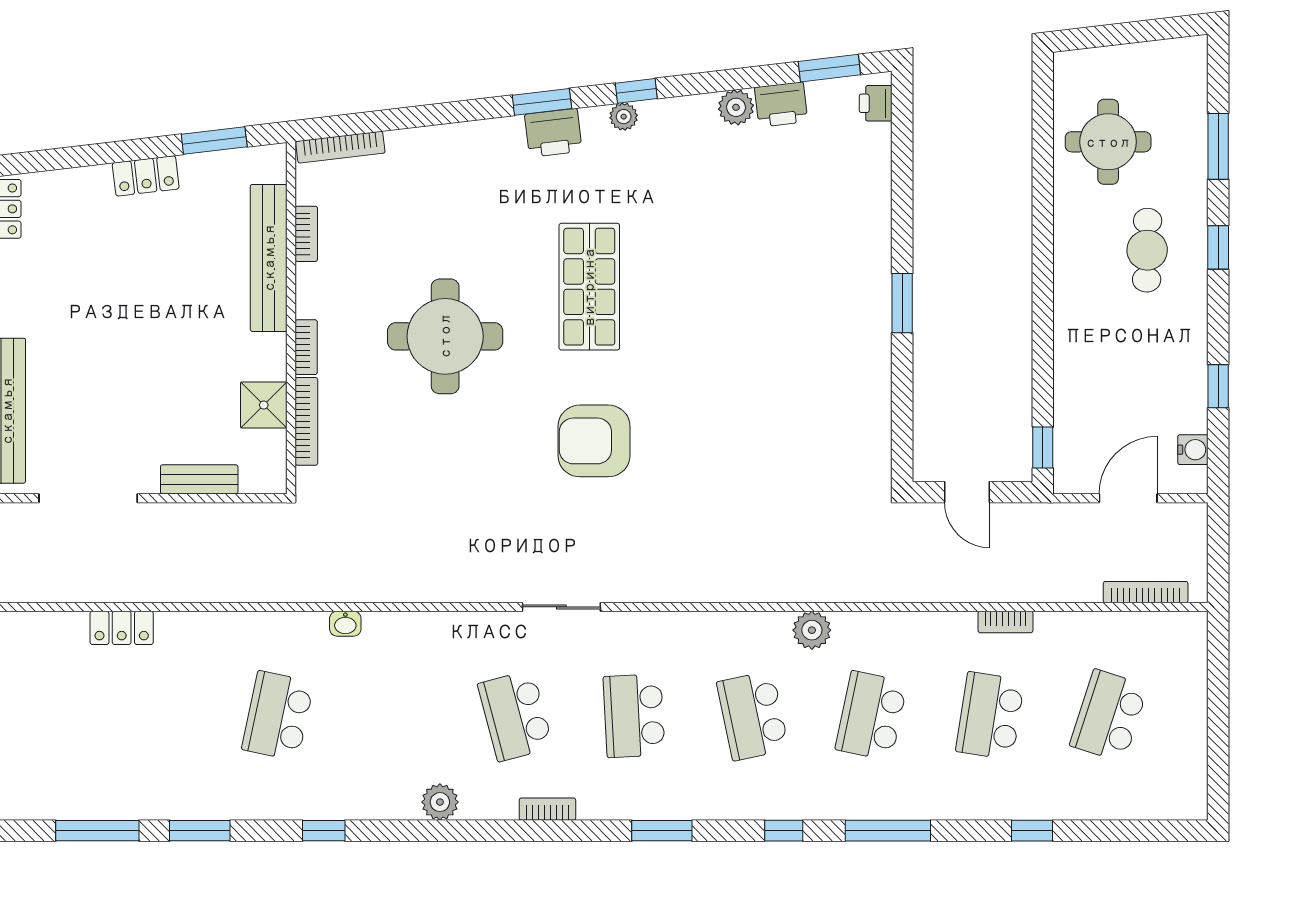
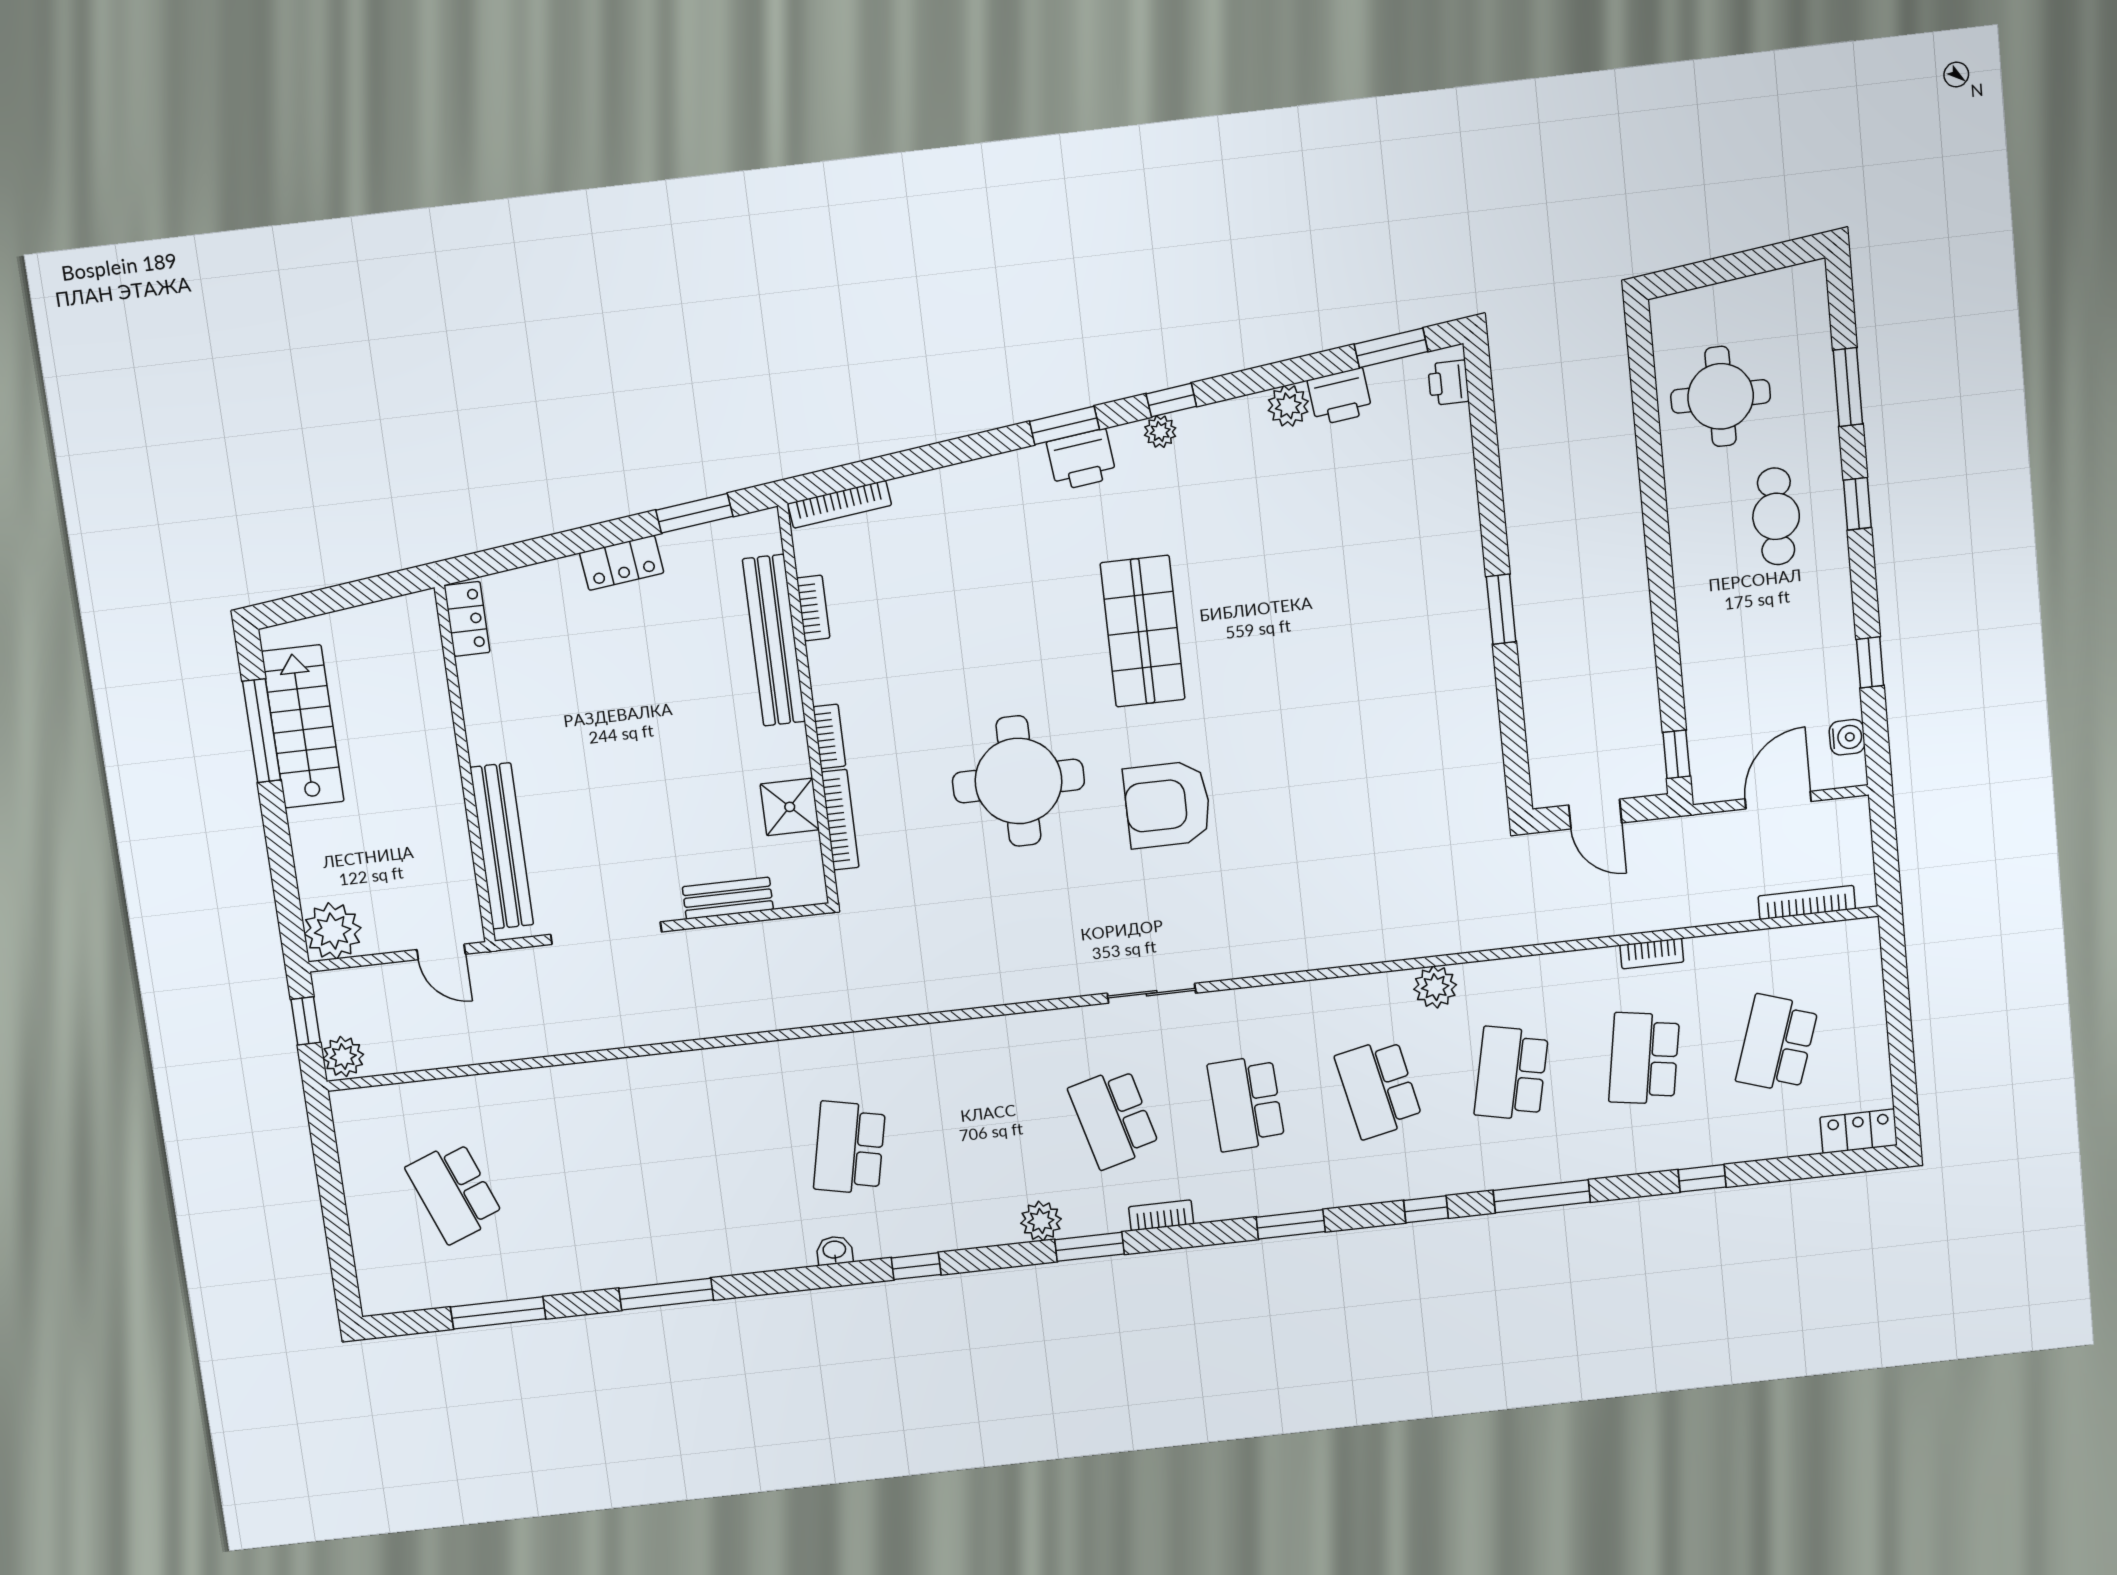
round table: (445, 336) -> (1018, 781), moved
washbasin: (345, 624) -> (834, 1250), moved, turned 180
locker: (122, 628) -> (1859, 1131), moved, turned 180
window: (200, 831) -> (1090, 1247), moved

